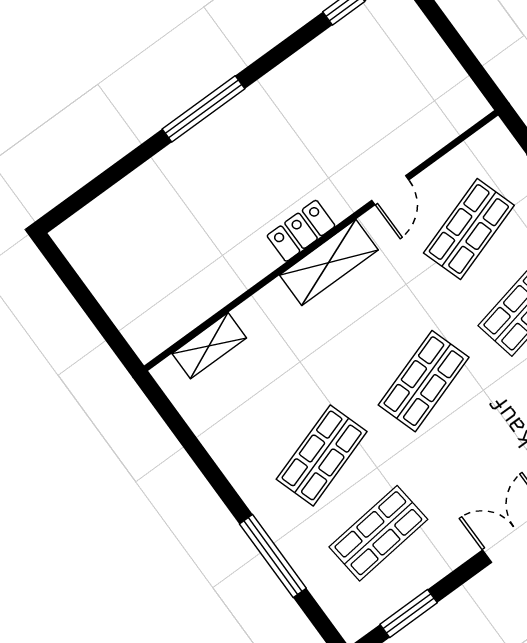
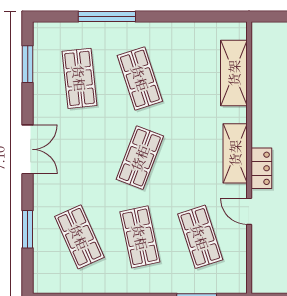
locker: (301, 231) -> (261, 168), moved
shelving: (209, 346) -> (234, 73), width x1.50, depth x1.33
shop shelf: (424, 381) -> (140, 158), turned 39

